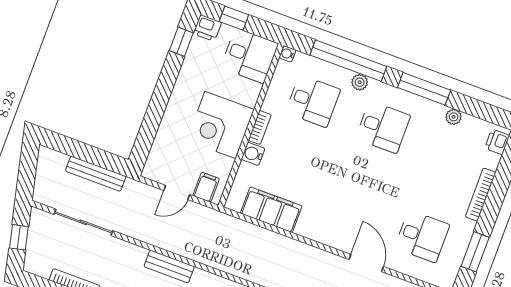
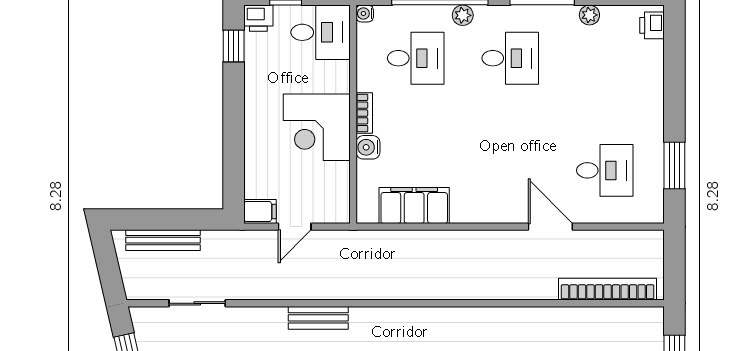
bench: (96, 174) -> (163, 240), moved
filing cabinet: (206, 187) -> (260, 212), moved, turned 90
bookcase: (481, 195) -> (656, 95), removed
sliding door: (83, 222) -> (197, 303), width x0.73

